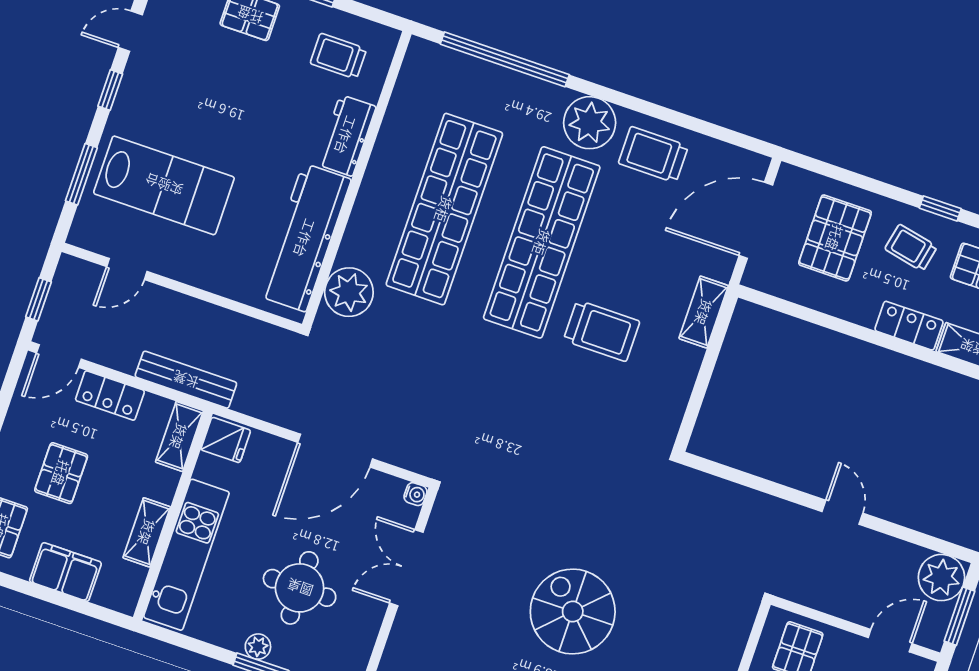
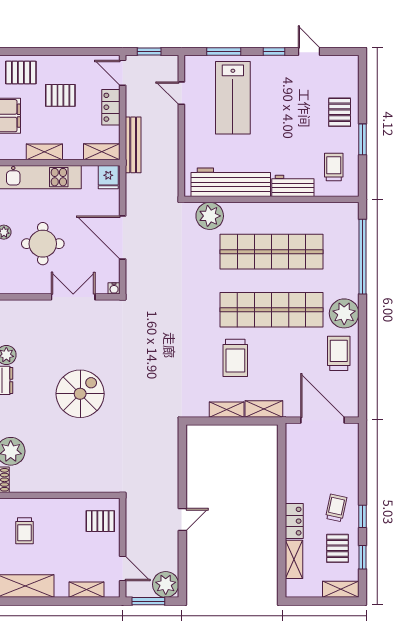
pallet: (835, 238) -> (327, 466), removed
shelving: (683, 375) -> (227, 410), added

